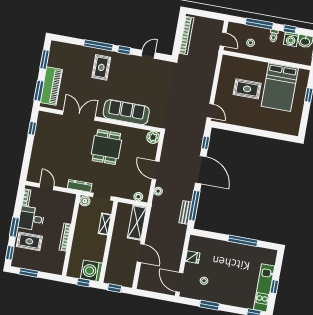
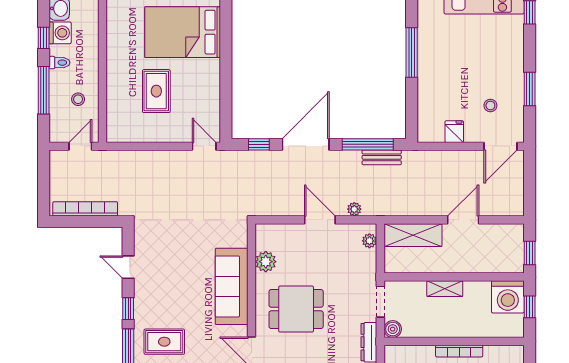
bed: (280, 87) -> (183, 32), moved, turned 180
door: (210, 111) -> (204, 146), hinge flipped
plant: (153, 137) -> (266, 262), moved
door: (156, 170) -> (320, 220), swing flipped
shelving: (105, 224) -> (445, 289), moved

